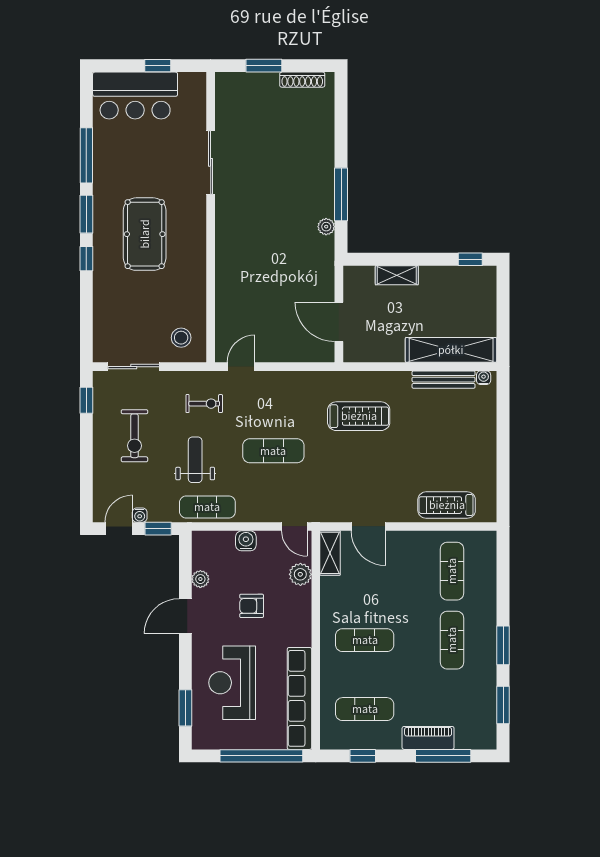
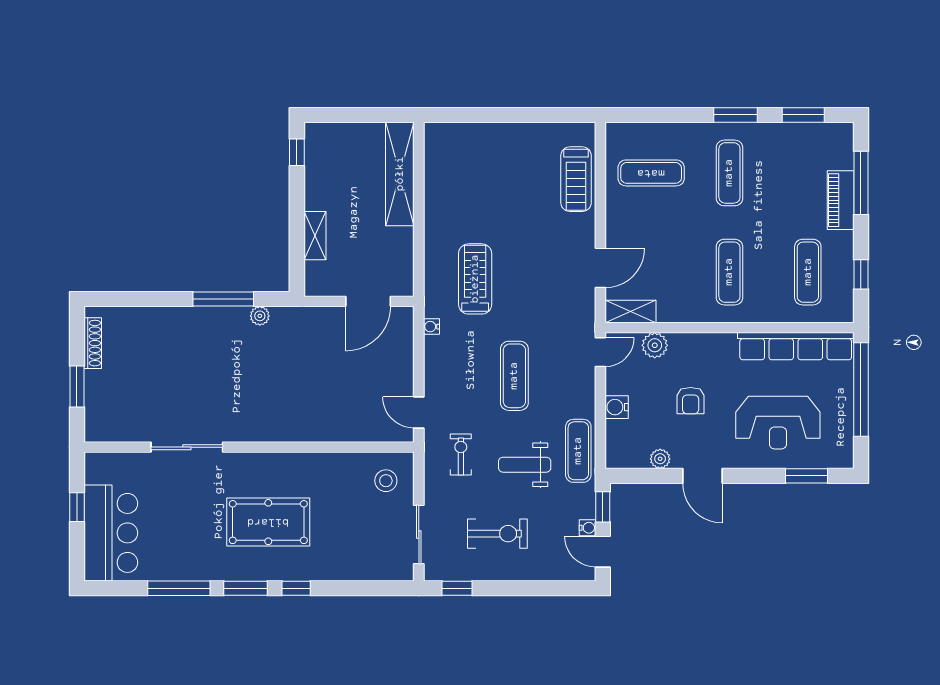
water cooler: (484, 378) -> (431, 327), moved
bench: (444, 380) -> (434, 183), removed
exercise mat: (452, 640) -> (729, 173), turned 90

